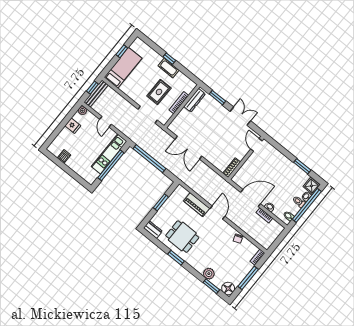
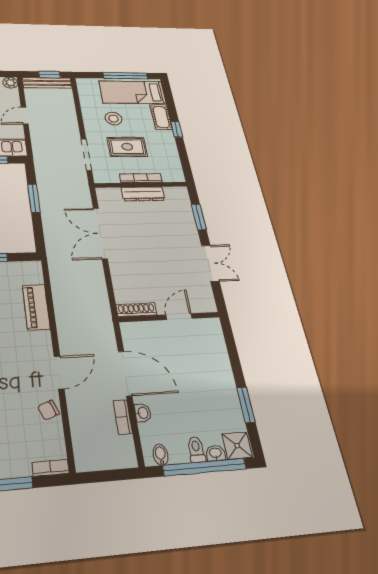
window: (122, 51) -> (125, 76), width x2.17
bed: (123, 68) -> (133, 92), moved, turned 180
cot: (169, 68) -> (161, 117), moved
stool: (140, 82) -> (114, 119), added
dresser: (195, 100) -> (143, 194), moved
door: (256, 145) -> (179, 317), moved
window: (149, 159) -> (34, 198), width x0.47
door: (217, 212) -> (59, 372), moved

